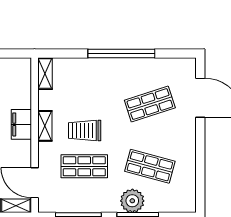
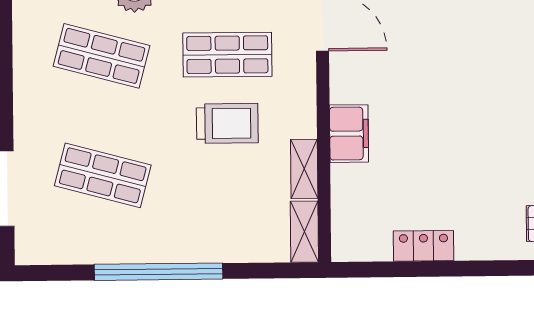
shop shelf: (150, 104) -> (103, 175), turned 33
shelving: (45, 126) -> (304, 169), moved

